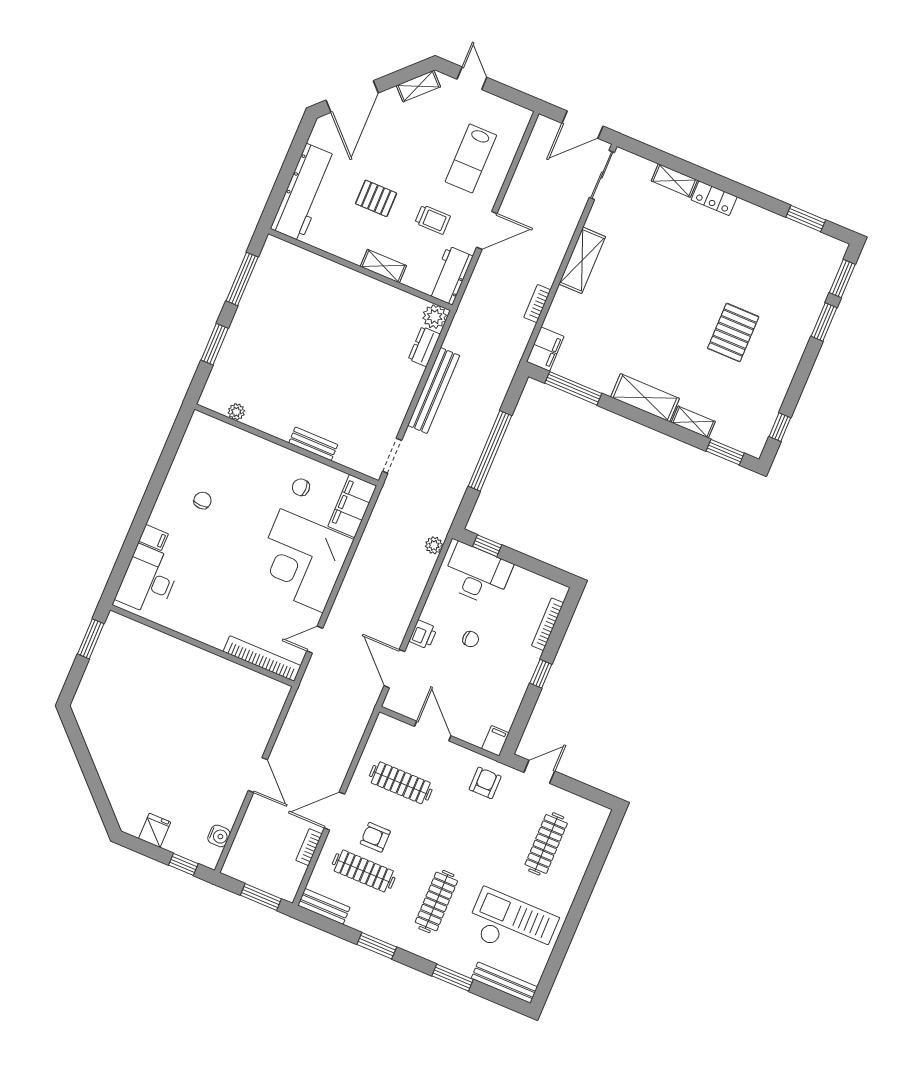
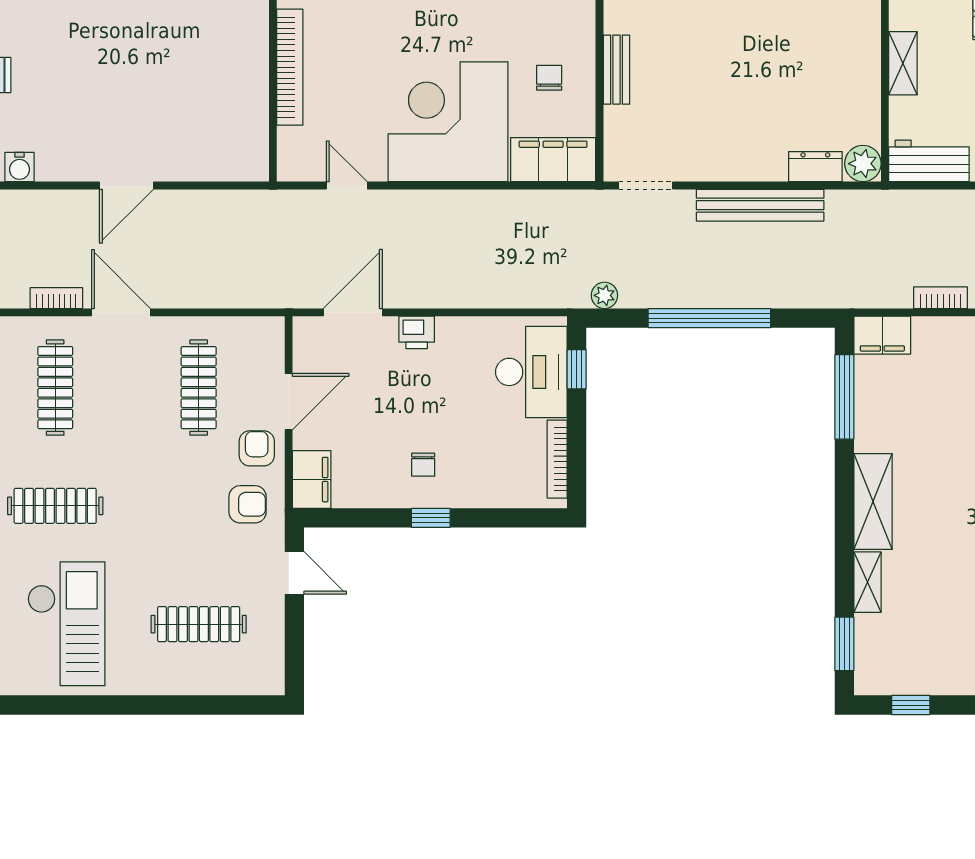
plant: (434, 545) -> (604, 295), moved
bookcase: (548, 624) -> (557, 459), moved, turned -90
chair: (471, 639) -> (423, 465), moved
bookcase: (262, 659) -> (290, 67), moved
filing cabinet: (495, 741) -> (312, 480), width x2.00
armchair: (375, 837) -> (257, 448), moved

